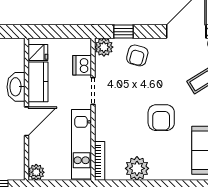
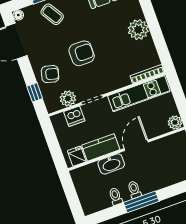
plant: (104, 47) -> (68, 99), moved
armchair: (161, 118) -> (82, 53), moved
door: (26, 121) -> (136, 145), hinge flipped
plant: (137, 168) -> (138, 30), moved

